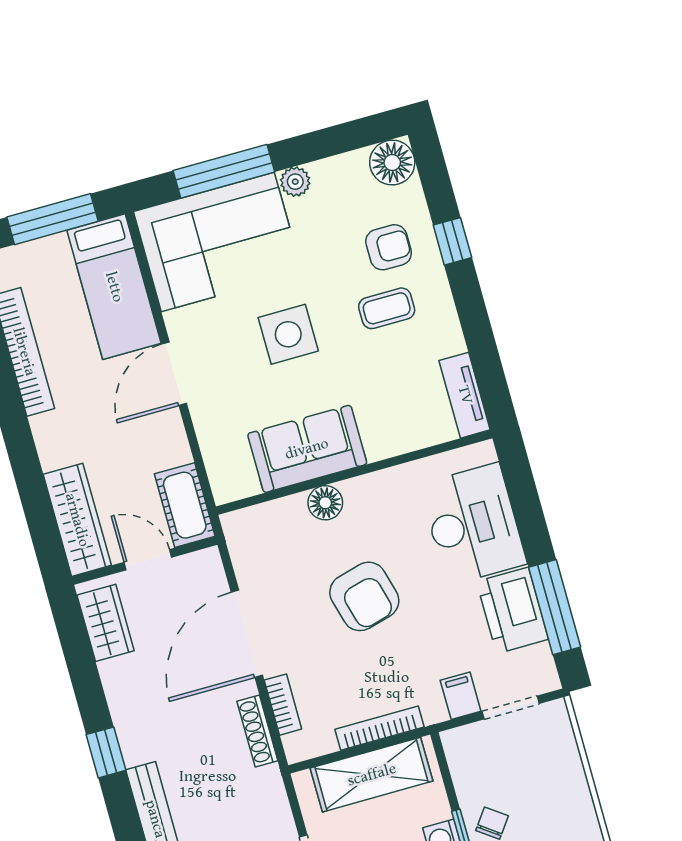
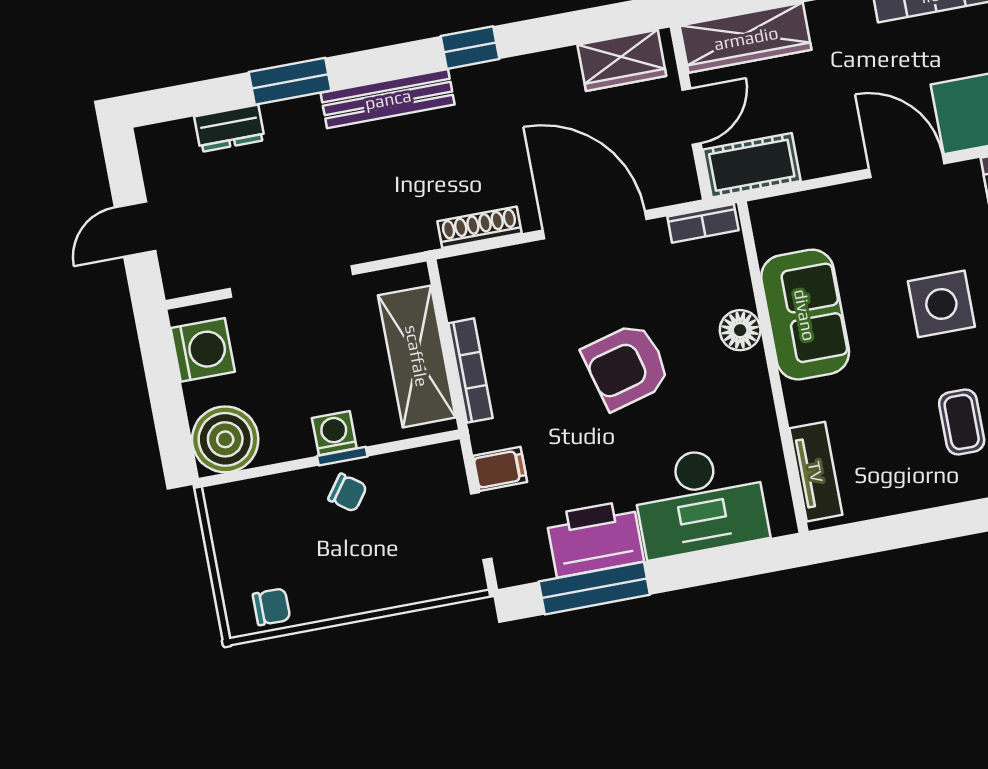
tv unit: (465, 395) -> (816, 472), moved, turned 90
bookcase: (283, 705) -> (703, 223), moved

